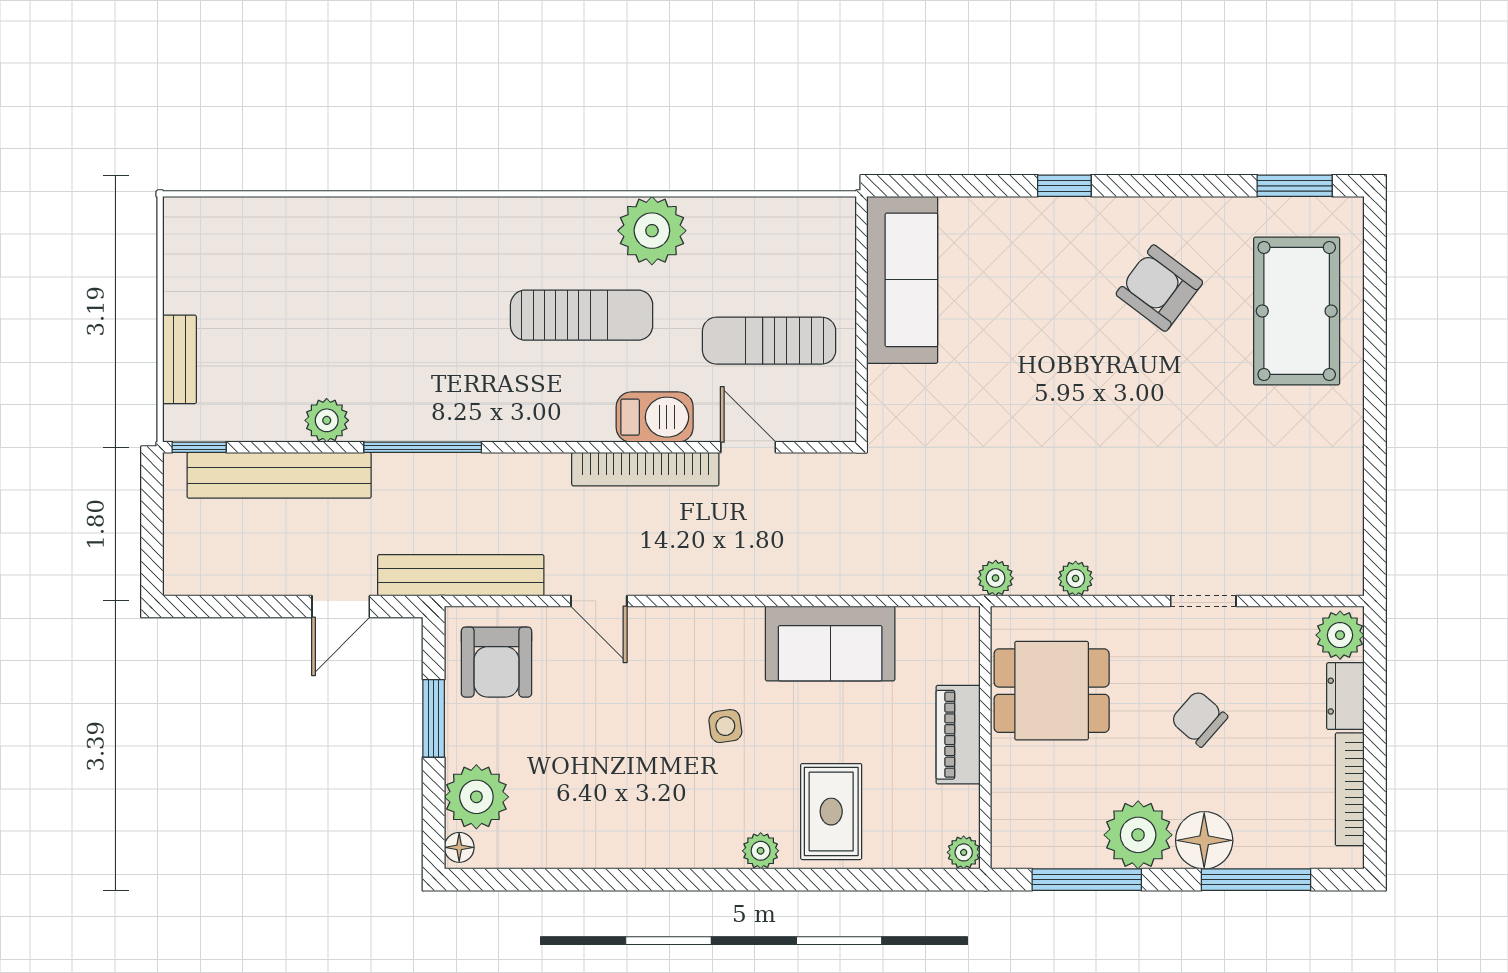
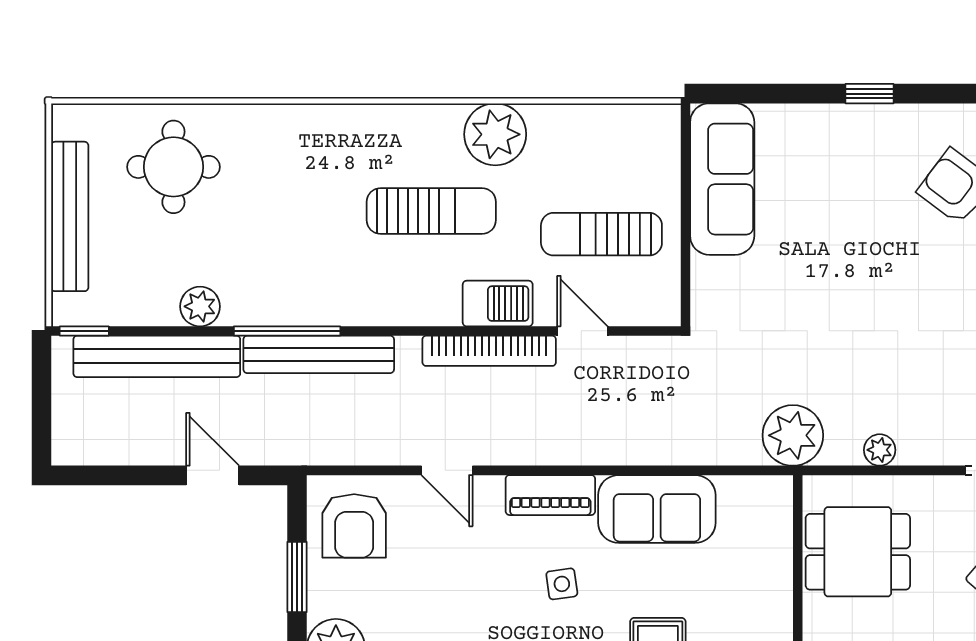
round table: (297, 267) -> (173, 167), added
bench: (180, 359) -> (70, 216), width x1.86, depth x1.21
bench: (461, 575) -> (319, 354), moved
plant: (996, 578) -> (793, 435), width x1.88, depth x1.88
door: (341, 607) -> (213, 475), swing flipped
piano: (958, 735) -> (550, 495), moved, turned -90

